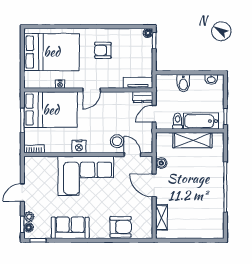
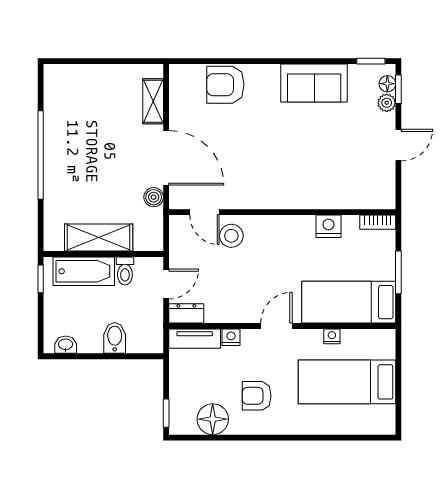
floor lamp: (148, 33) -> (213, 419), moved, width x1.89, depth x1.89
armchair: (103, 50) -> (257, 396), turned 180
bed: (52, 52) -> (347, 382), width x0.67
nightstand: (117, 84) -> (231, 337), added
bed: (51, 110) -> (349, 302), width x0.67
nightstand: (79, 147) -> (329, 226), moved
corner sofa: (86, 176) -> (287, 175), removed
door: (154, 185) -> (166, 158), width x1.36

